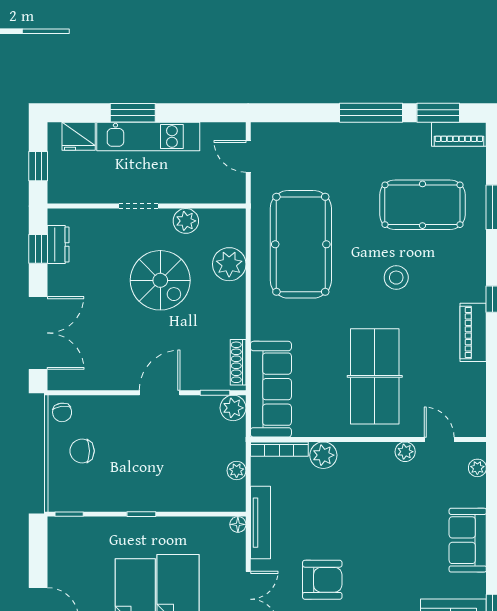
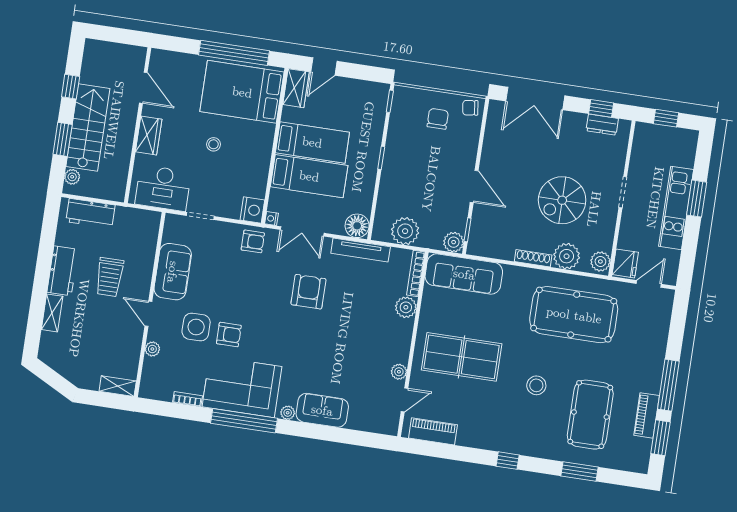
piano: (459, 134) -> (647, 415), moved
fridge: (79, 136) -> (625, 263), moved, turned 180
plant: (186, 221) -> (600, 261), moved
piano: (473, 332) -> (433, 431), moved
shoe rack: (238, 362) -> (533, 258), moved
plant: (477, 468) -> (288, 413), moved
plant: (237, 471) -> (405, 231), width x1.88, depth x1.88
floor lamp: (238, 524) -> (357, 226), width x1.89, depth x1.89
armchair: (322, 580) -> (308, 292), turned 180

